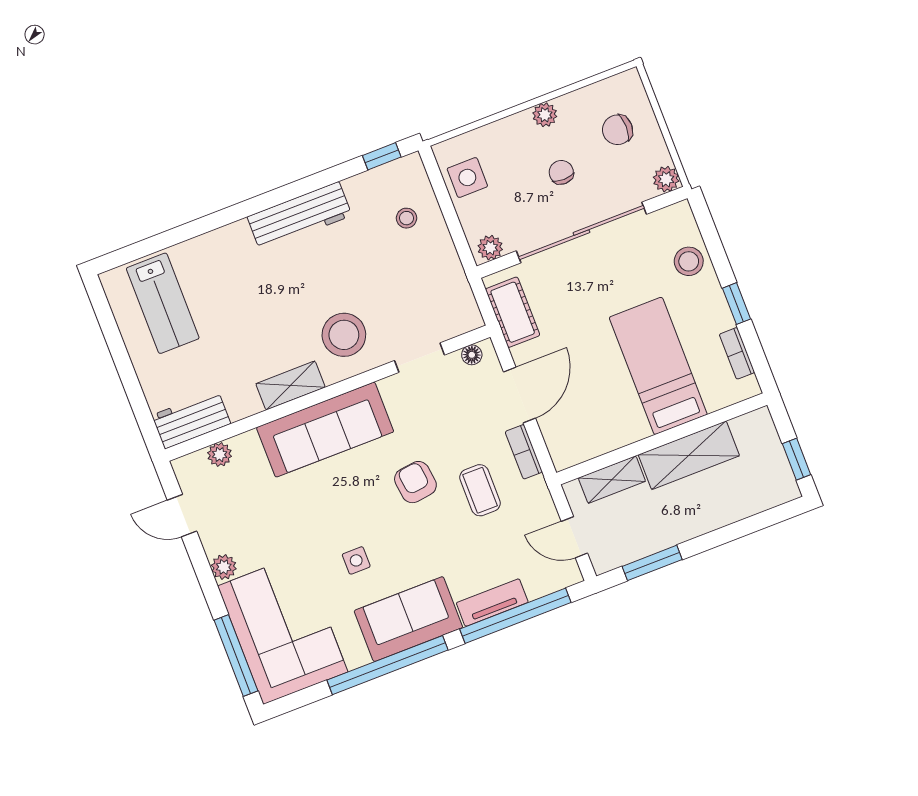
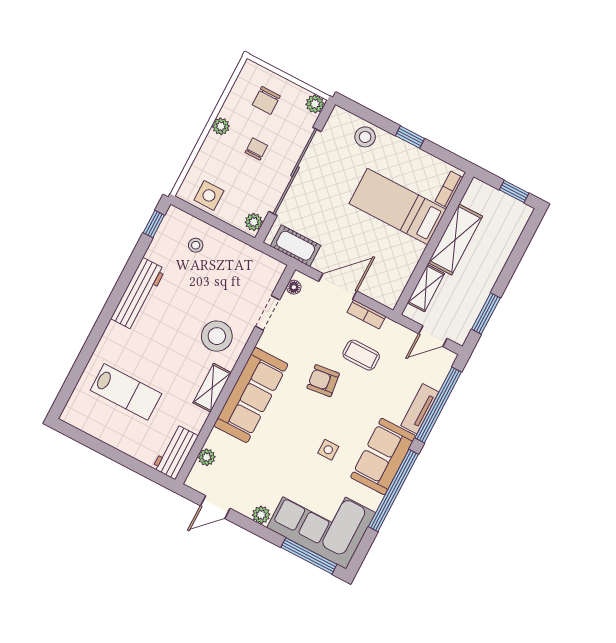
chair: (561, 172) -> (256, 149), turned 90
lab bench: (163, 303) -> (126, 392), moved
bookcase: (737, 353) -> (449, 189), moved, turned 90
door: (520, 395) -> (338, 286), hinge flipped

